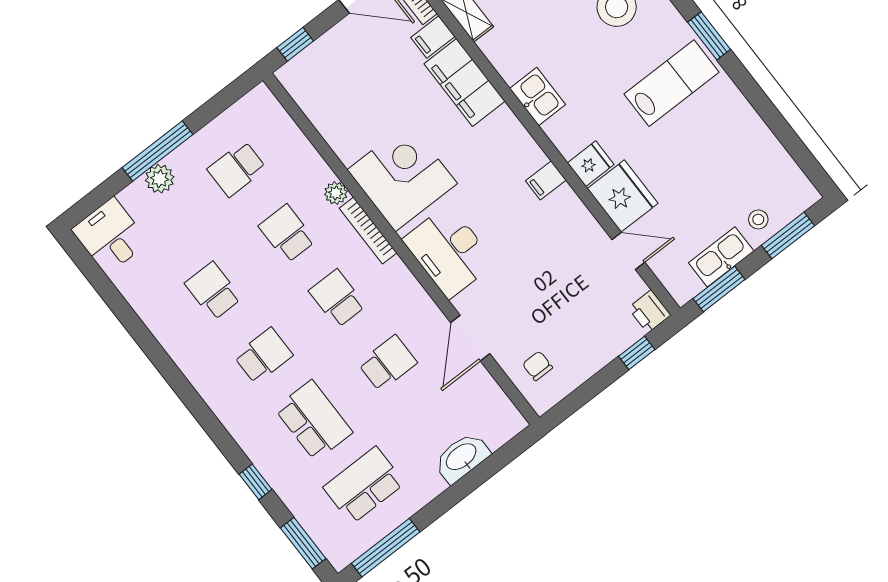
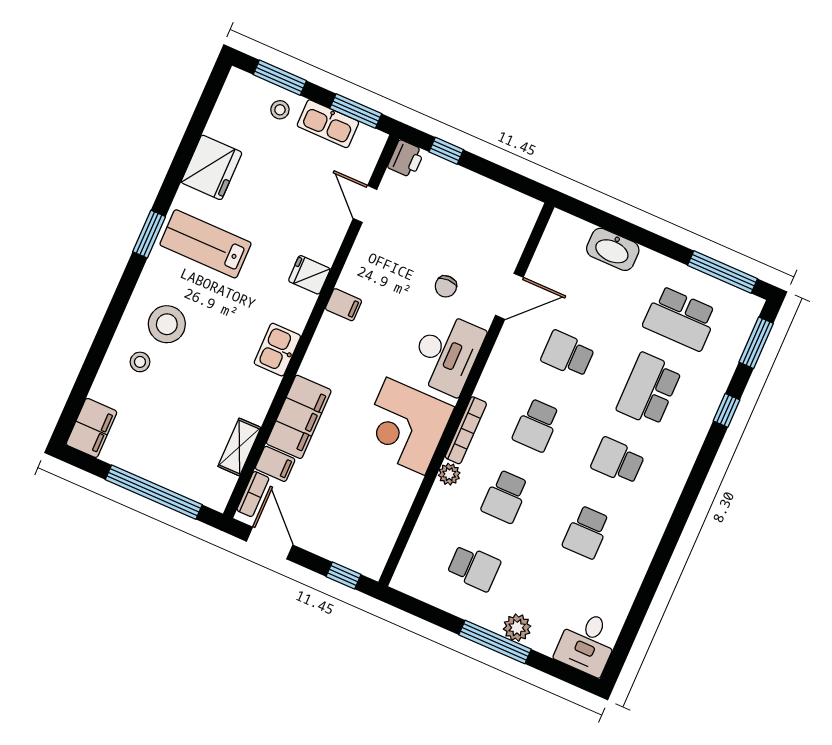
fridge: (623, 196) -> (212, 167), moved, turned 180
chair: (537, 366) -> (446, 286), moved

